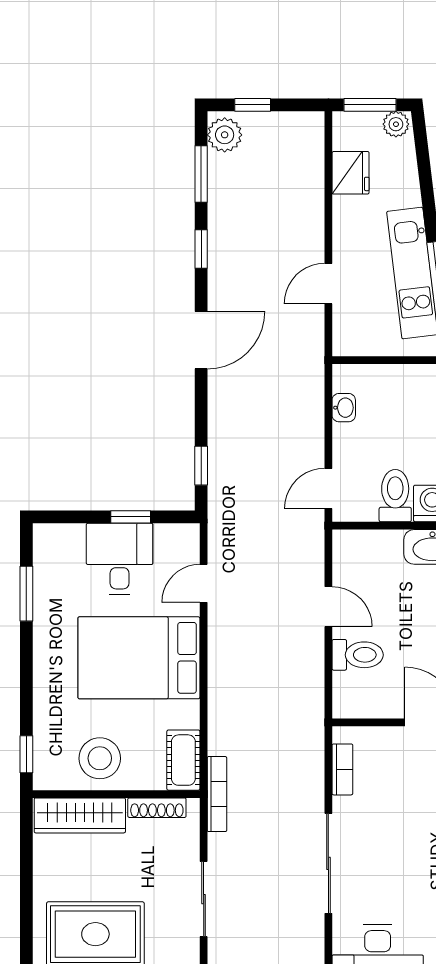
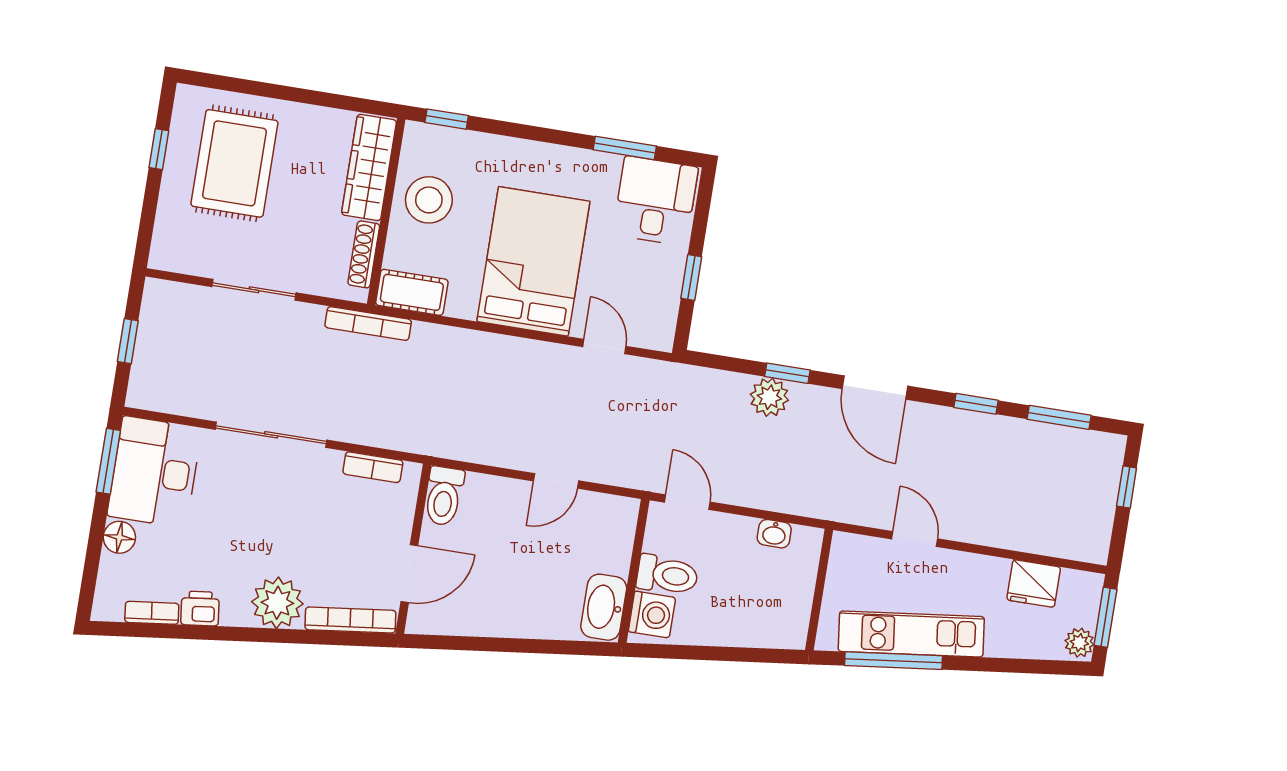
plant: (225, 135) -> (769, 397), moved
window: (201, 466) -> (787, 373), moved
desk: (120, 559) -> (655, 201), moved, turned -90
toilet: (358, 655) -> (444, 496), moved

